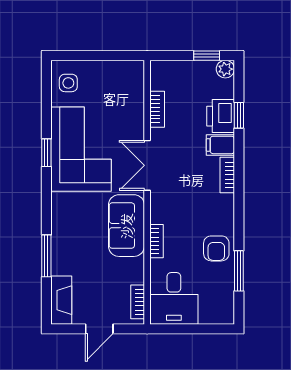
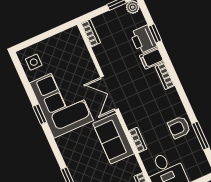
bookcase: (157, 109) -> (91, 33), moved
armchair: (216, 248) -> (179, 127), turned 90

